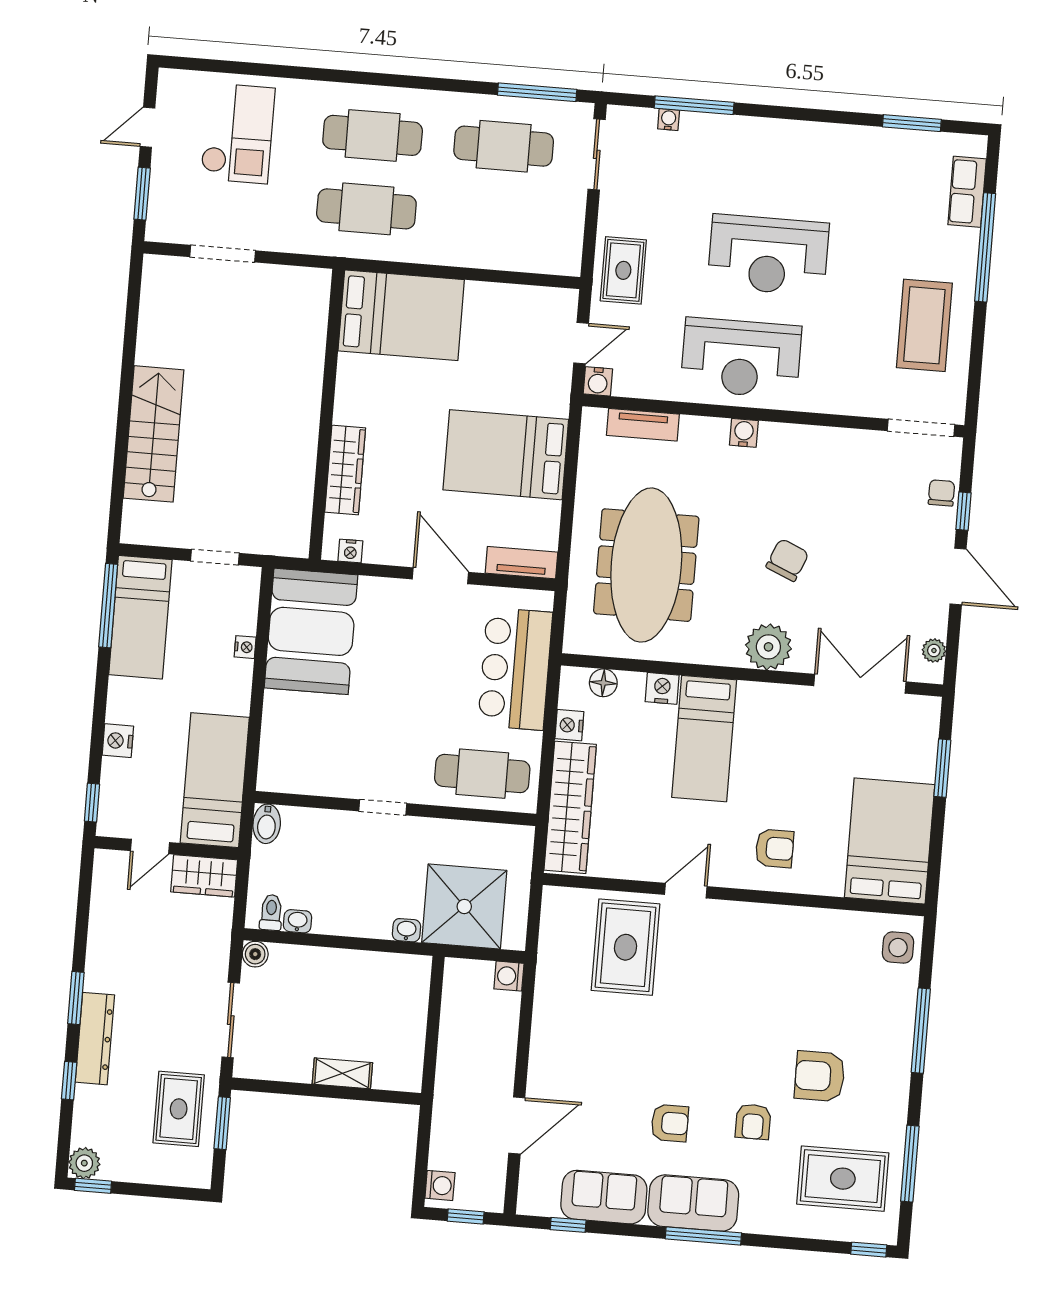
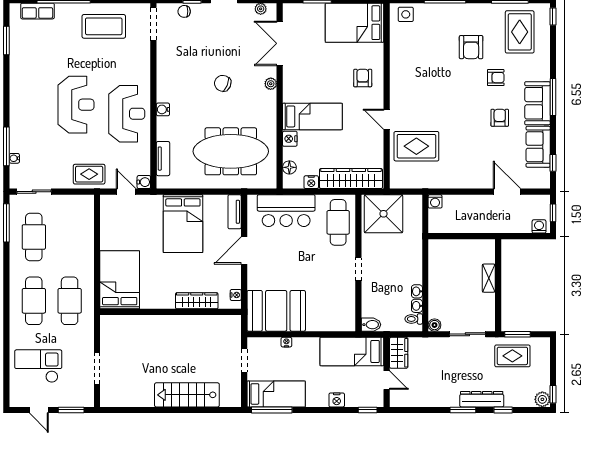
plant: (768, 647) -> (271, 84), width x0.53, depth x0.53
shower: (464, 906) -> (383, 214), moved
washbasin: (406, 930) -> (417, 291), moved

